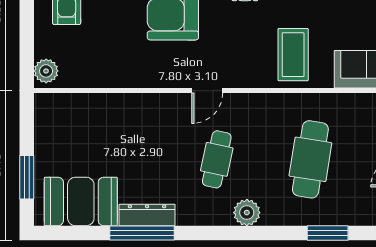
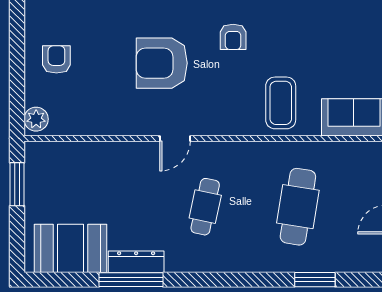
door: (207, 90) -> (175, 138), moved
window: (27, 177) -> (17, 184), moved
plant: (247, 213) -> (235, 259), removed

